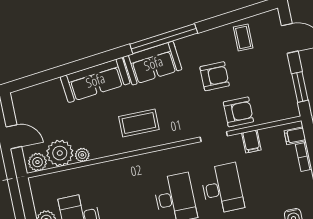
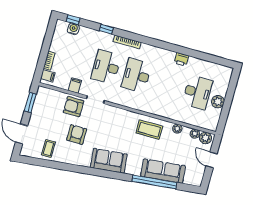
window: (164, 39) -> (154, 182), moved
armchair: (215, 76) -> (77, 135), turned 90
sofa: (95, 80) -> (163, 171), moved
coffee table: (139, 123) -> (149, 130), moved
plant: (60, 153) -> (195, 134), width x0.53, depth x0.53

